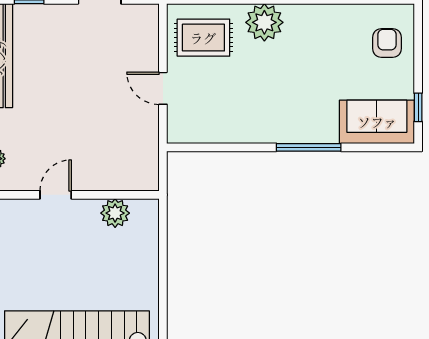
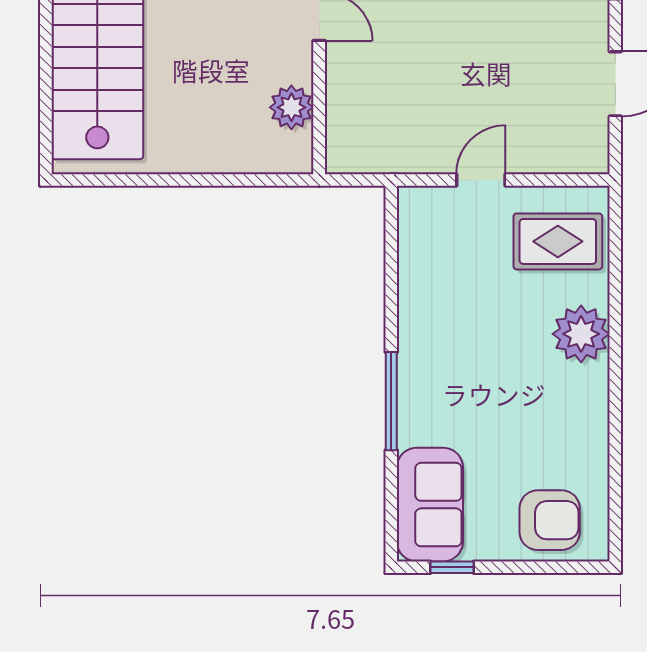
rug: (203, 38) -> (558, 241), turned 90
armchair: (387, 43) -> (550, 520), width x1.38, depth x1.38

